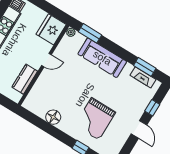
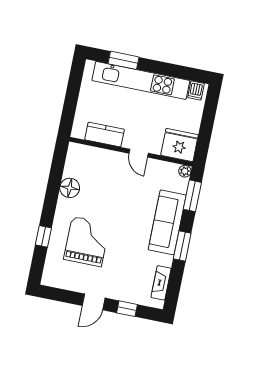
window: (145, 67) -> (182, 246), moved
grand piano: (95, 119) -> (87, 242), turned 90

